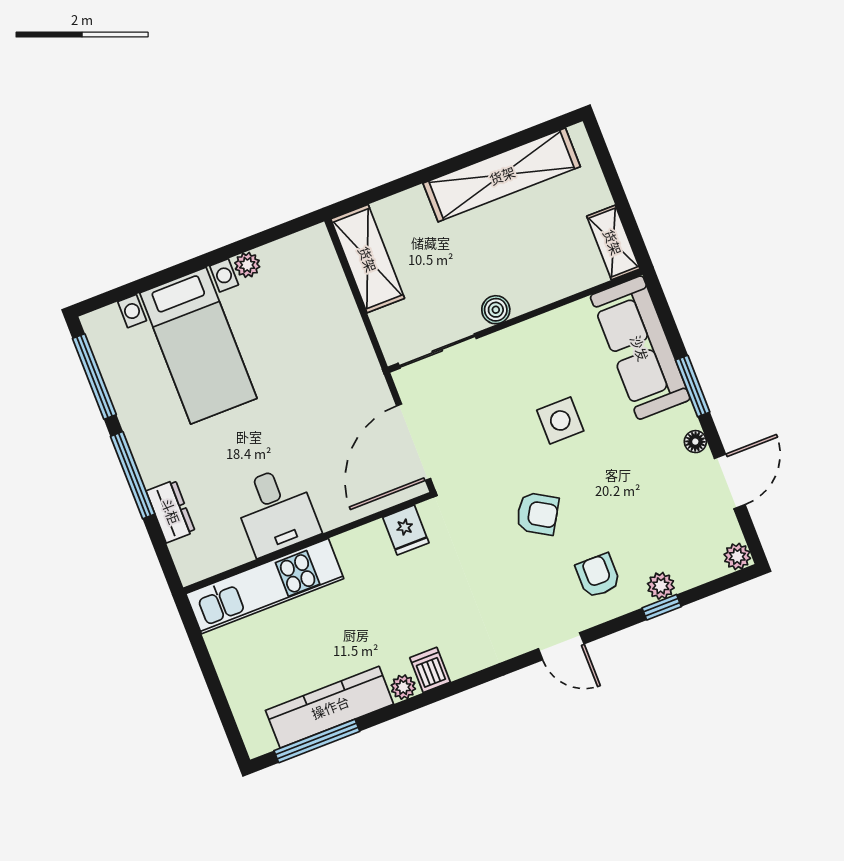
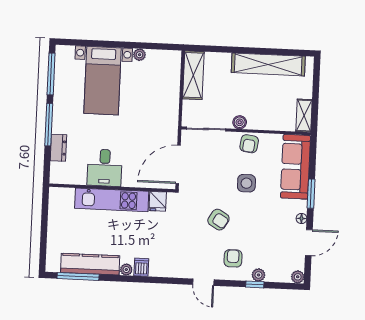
armchair: (532, 343) -> (249, 144), added
kitchen unit: (265, 586) -> (112, 200), moved

